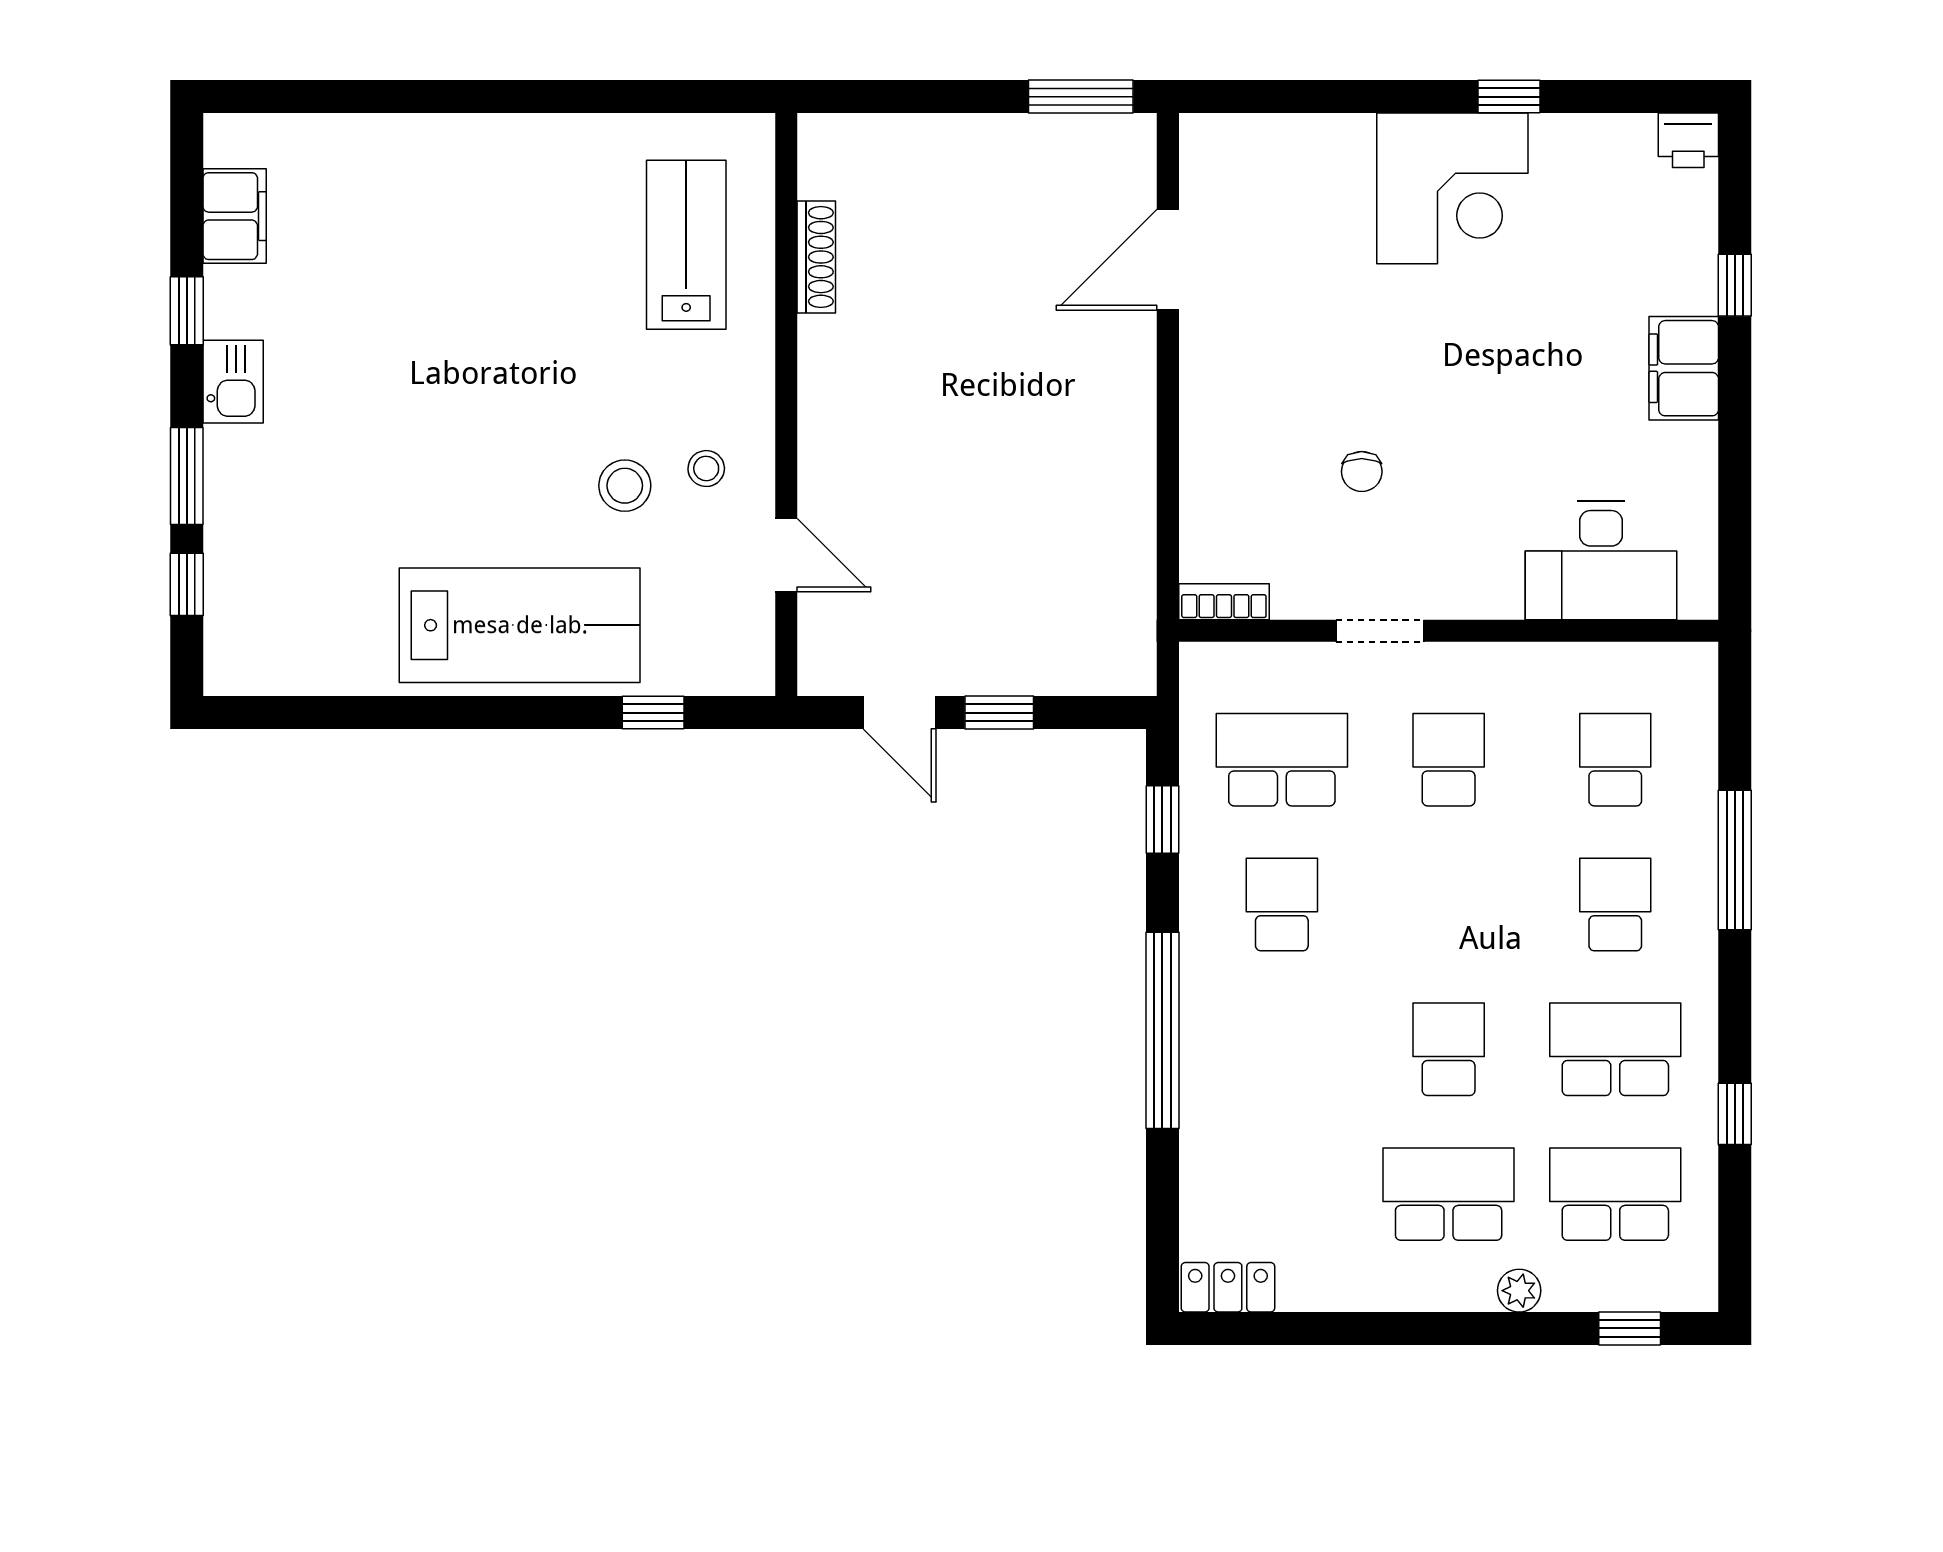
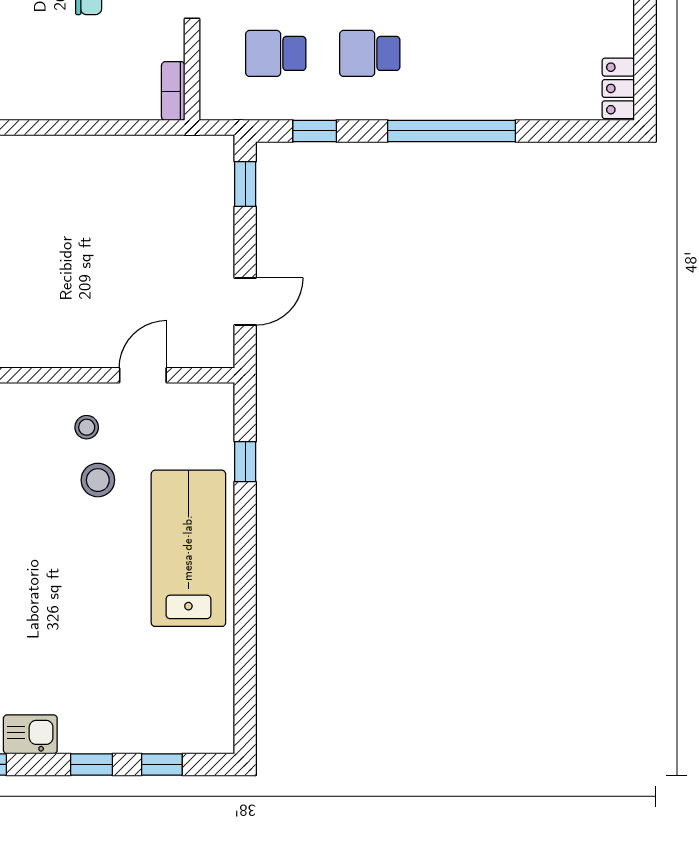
window: (187, 476) -> (92, 764), width x0.67
window: (999, 713) -> (245, 184), moved
school desk: (1282, 760) -> (276, 53), width x0.54

